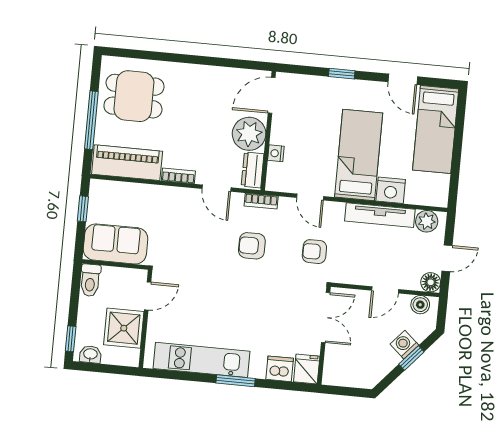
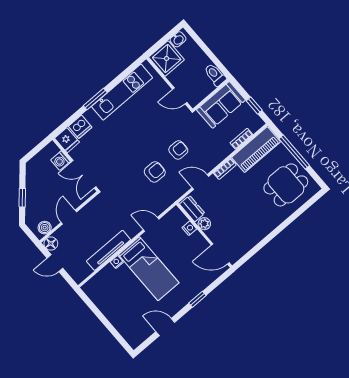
door: (272, 95) -> (220, 254), swing flipped
bed: (436, 130) -> (125, 319), removed
plant: (249, 134) -> (204, 224), width x0.53, depth x0.53
nightstand: (391, 190) -> (117, 262), width x0.53, depth x0.56
bookcase: (261, 201) -> (241, 139), moved
plant: (427, 221) -> (83, 271), removed
armchair: (314, 252) -> (178, 150), moved
door: (447, 258) -> (55, 263), hinge flipped
door: (148, 296) -> (180, 96), hinge flipped
shower: (124, 328) -> (167, 58), moved
window: (71, 339) -> (195, 37), removed
washing machine: (404, 345) -> (61, 161), moved, turned 139

